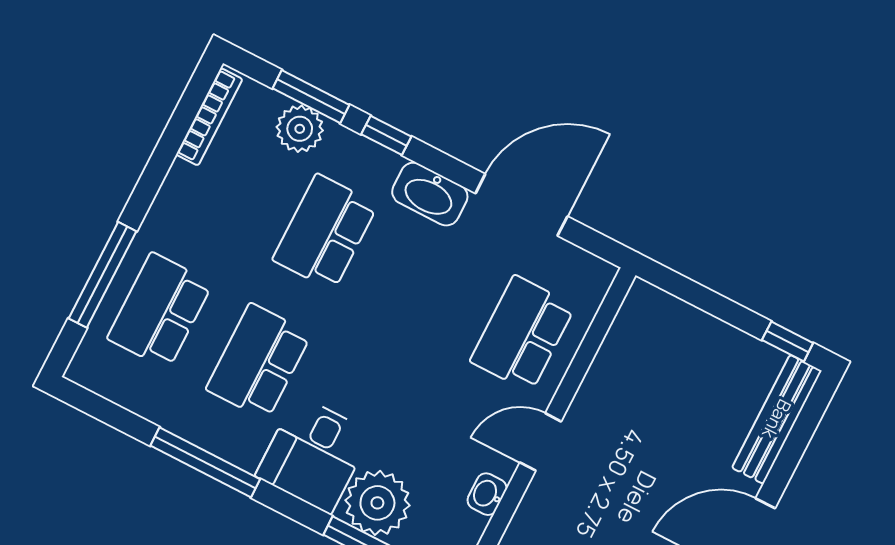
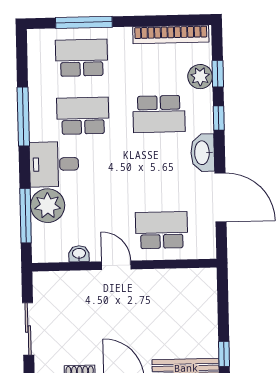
window: (311, 97) -> (218, 74), width x0.67
bookcase: (209, 117) -> (171, 34), width x1.48, depth x1.31
school desk: (325, 232) -> (159, 114), turned 180

